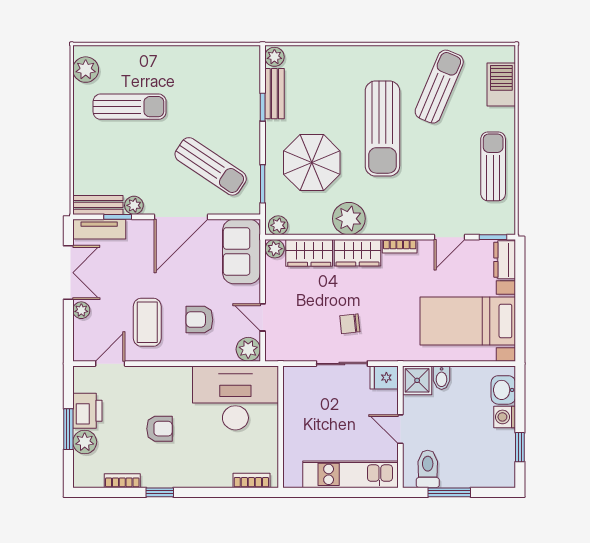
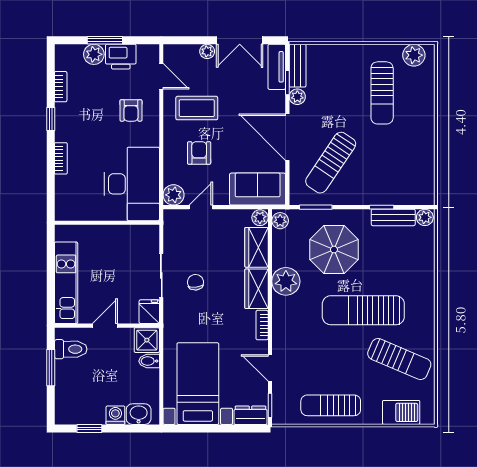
sun lounger: (493, 166) -> (331, 405), turned 180
armchair: (160, 429) -> (131, 110), moved
bookcase: (251, 480) -> (61, 158), moved

